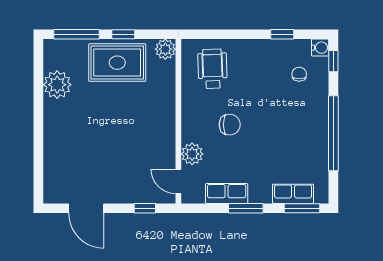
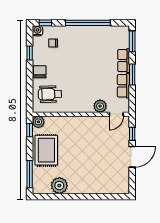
window: (123, 34) -> (30, 130), moved
chair: (230, 125) -> (40, 72), moved
row of seats: (293, 194) -> (124, 61), moved
door: (86, 208) -> (132, 157), moved

